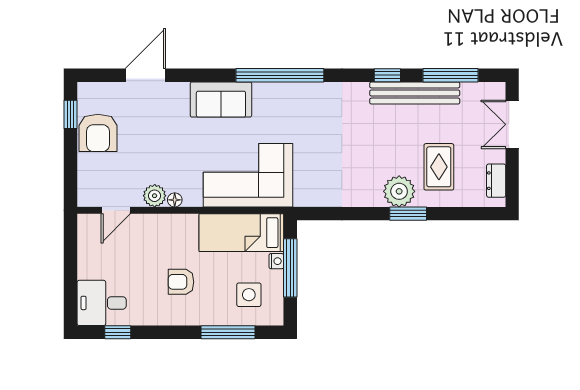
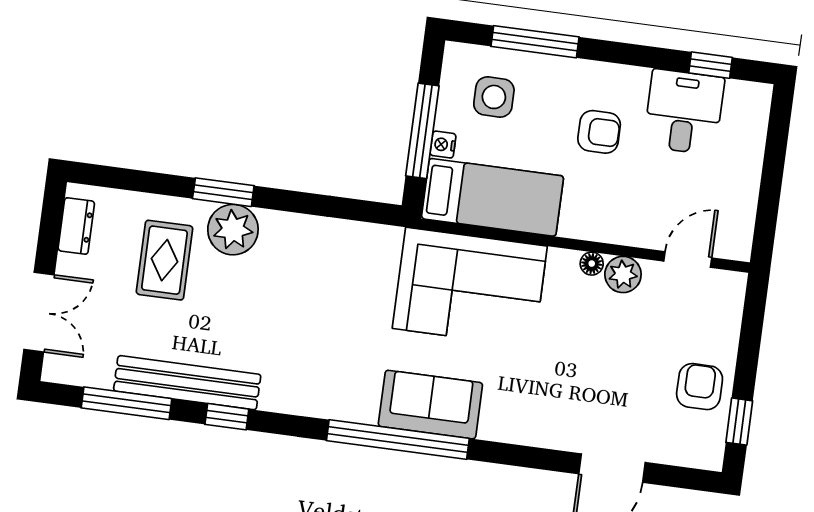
sofa: (221, 100) -> (430, 405), moved
armchair: (98, 133) -> (700, 387), width x0.72, depth x0.72
desk: (102, 303) -> (684, 112), moved, turned -90

